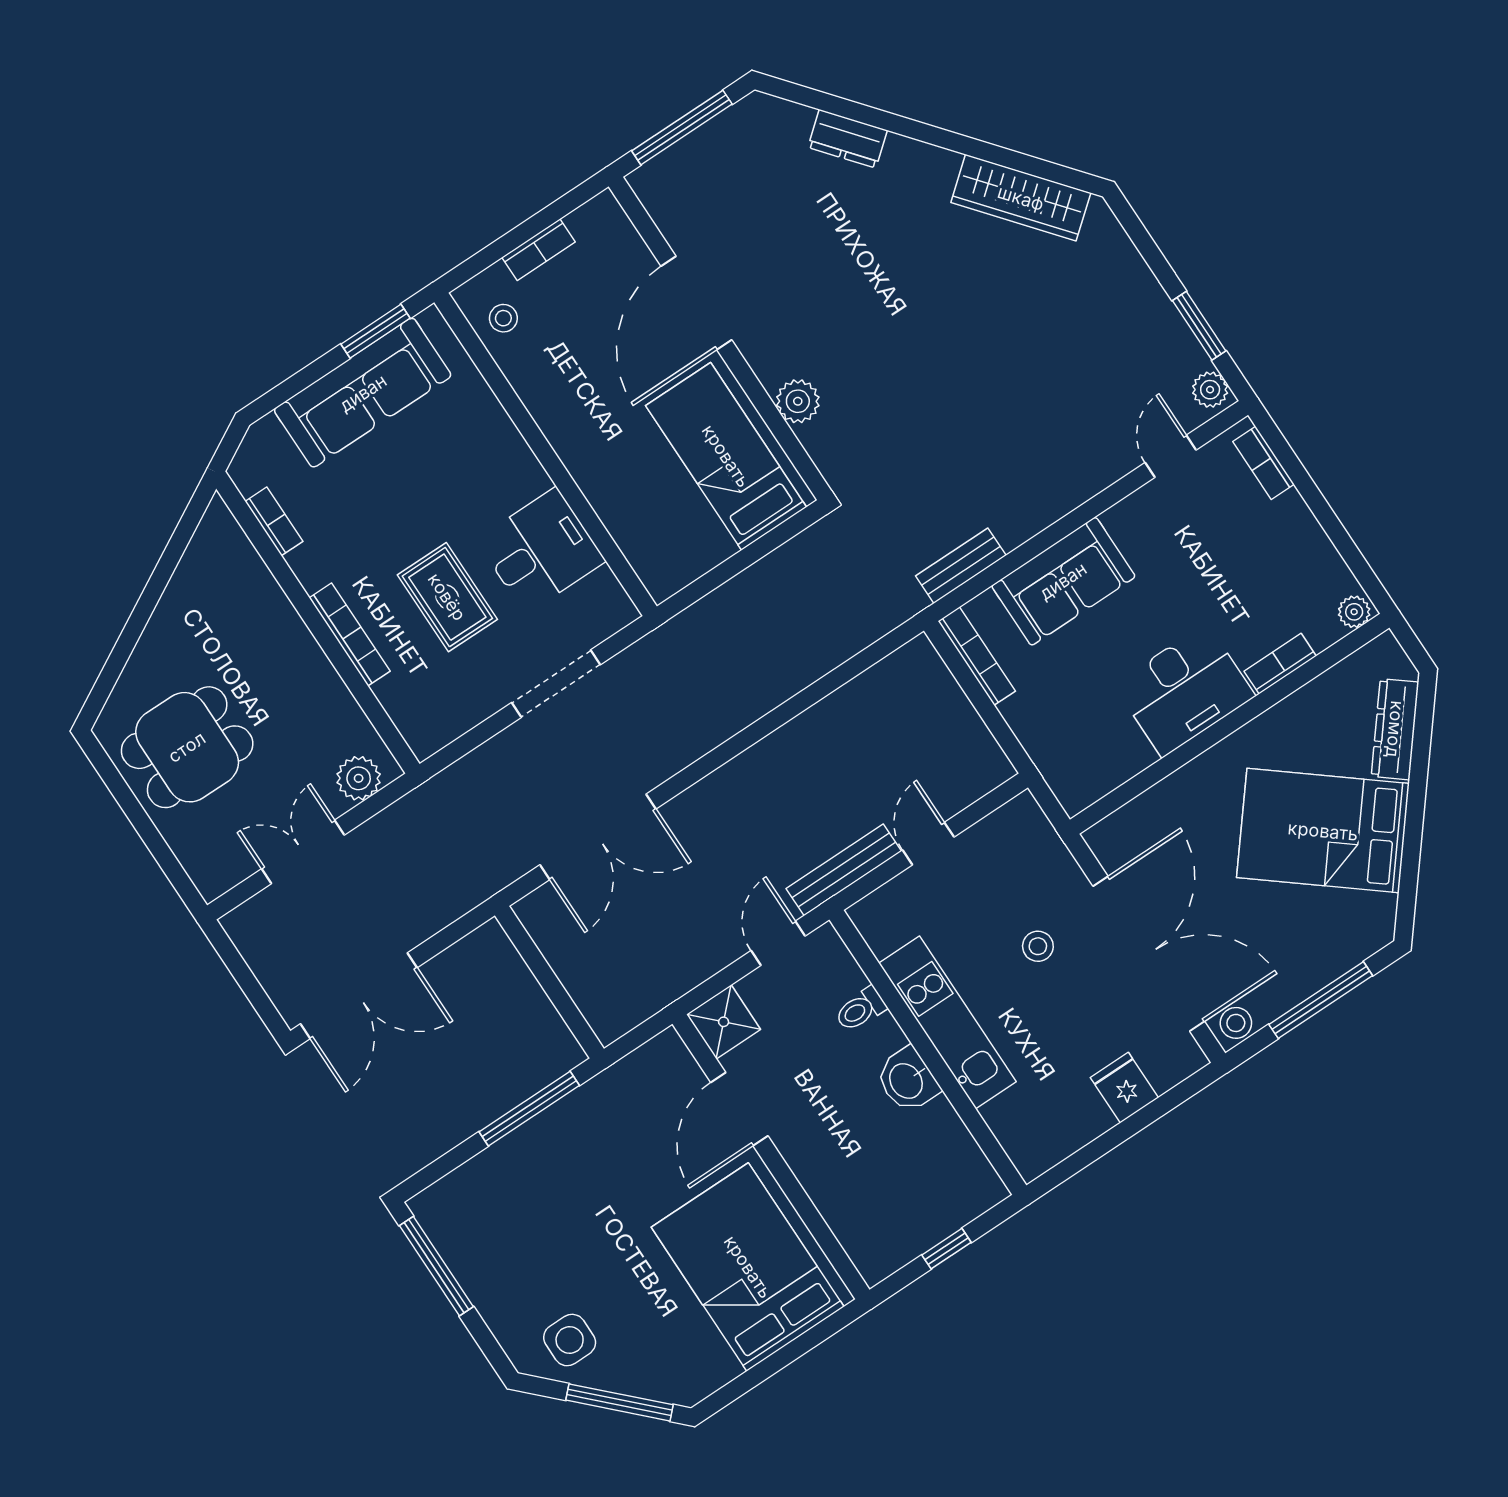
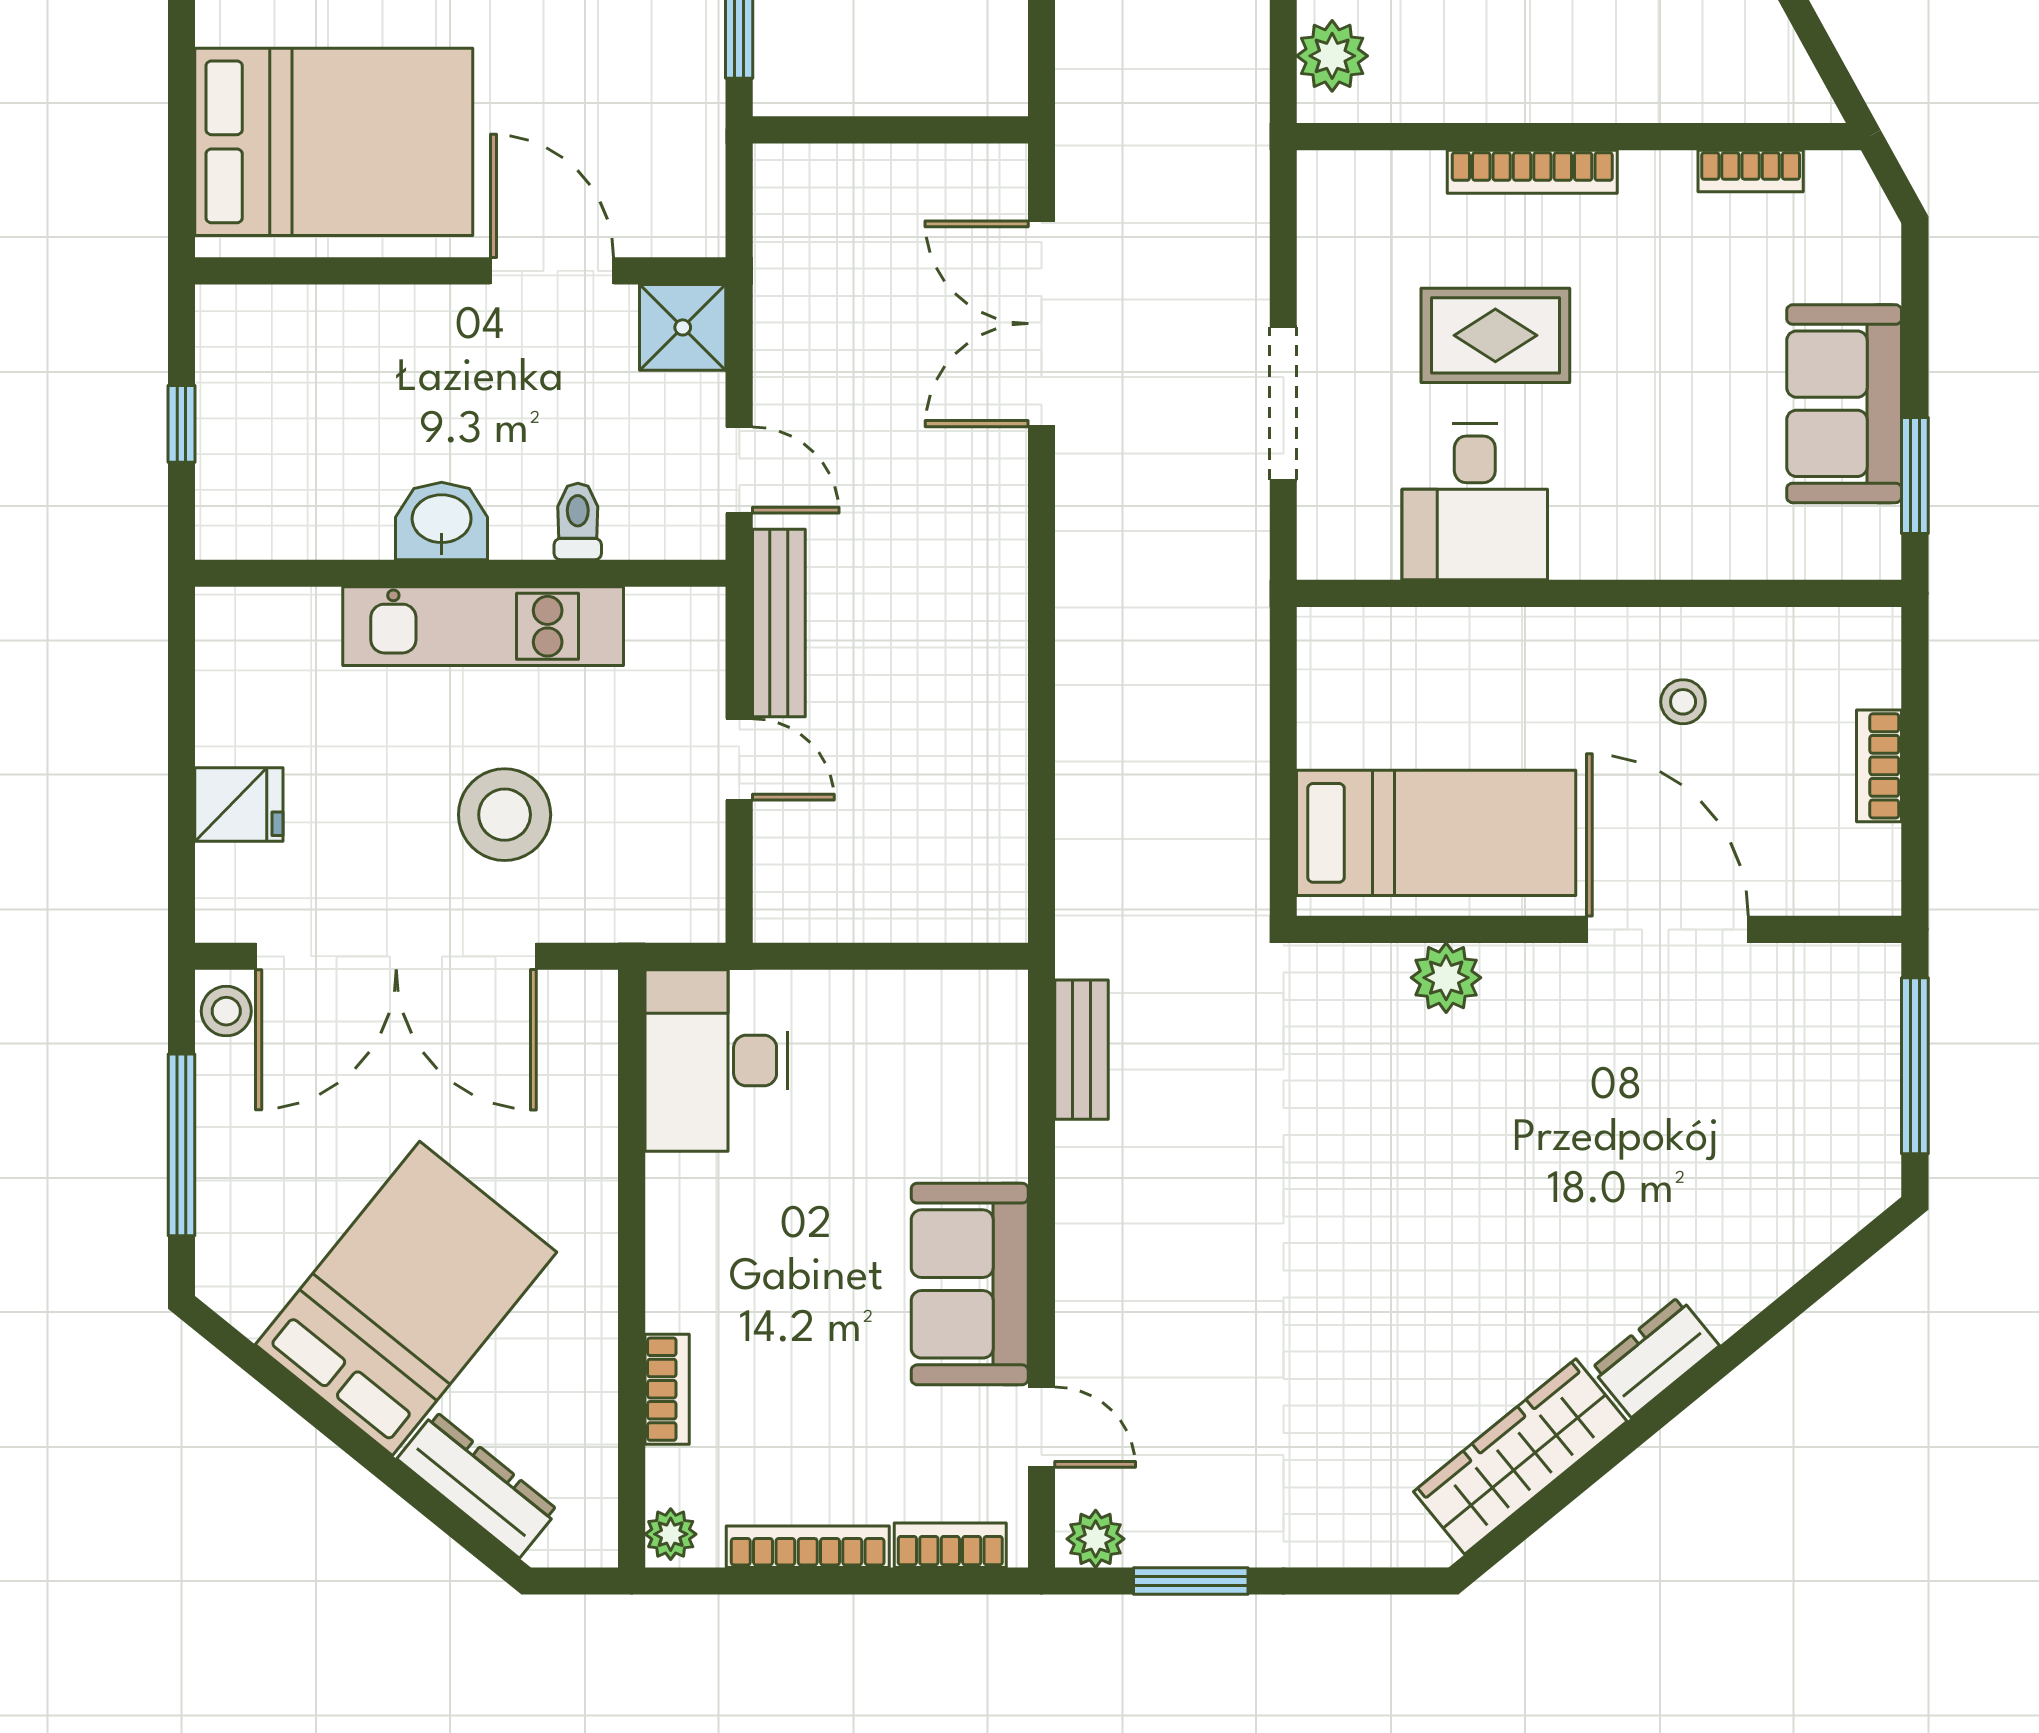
dresser: (848, 139) -> (1655, 1357), moved
stool: (503, 318) -> (1683, 702), moved
sofa: (363, 393) -> (1844, 404), width x0.73
sofa: (1063, 581) -> (970, 1284), moved
bookcase: (977, 656) -> (808, 1547), moved, turned 180
desk: (1184, 690) -> (716, 1061), moved
stool: (1038, 946) -> (505, 815), width x1.89, depth x1.89

